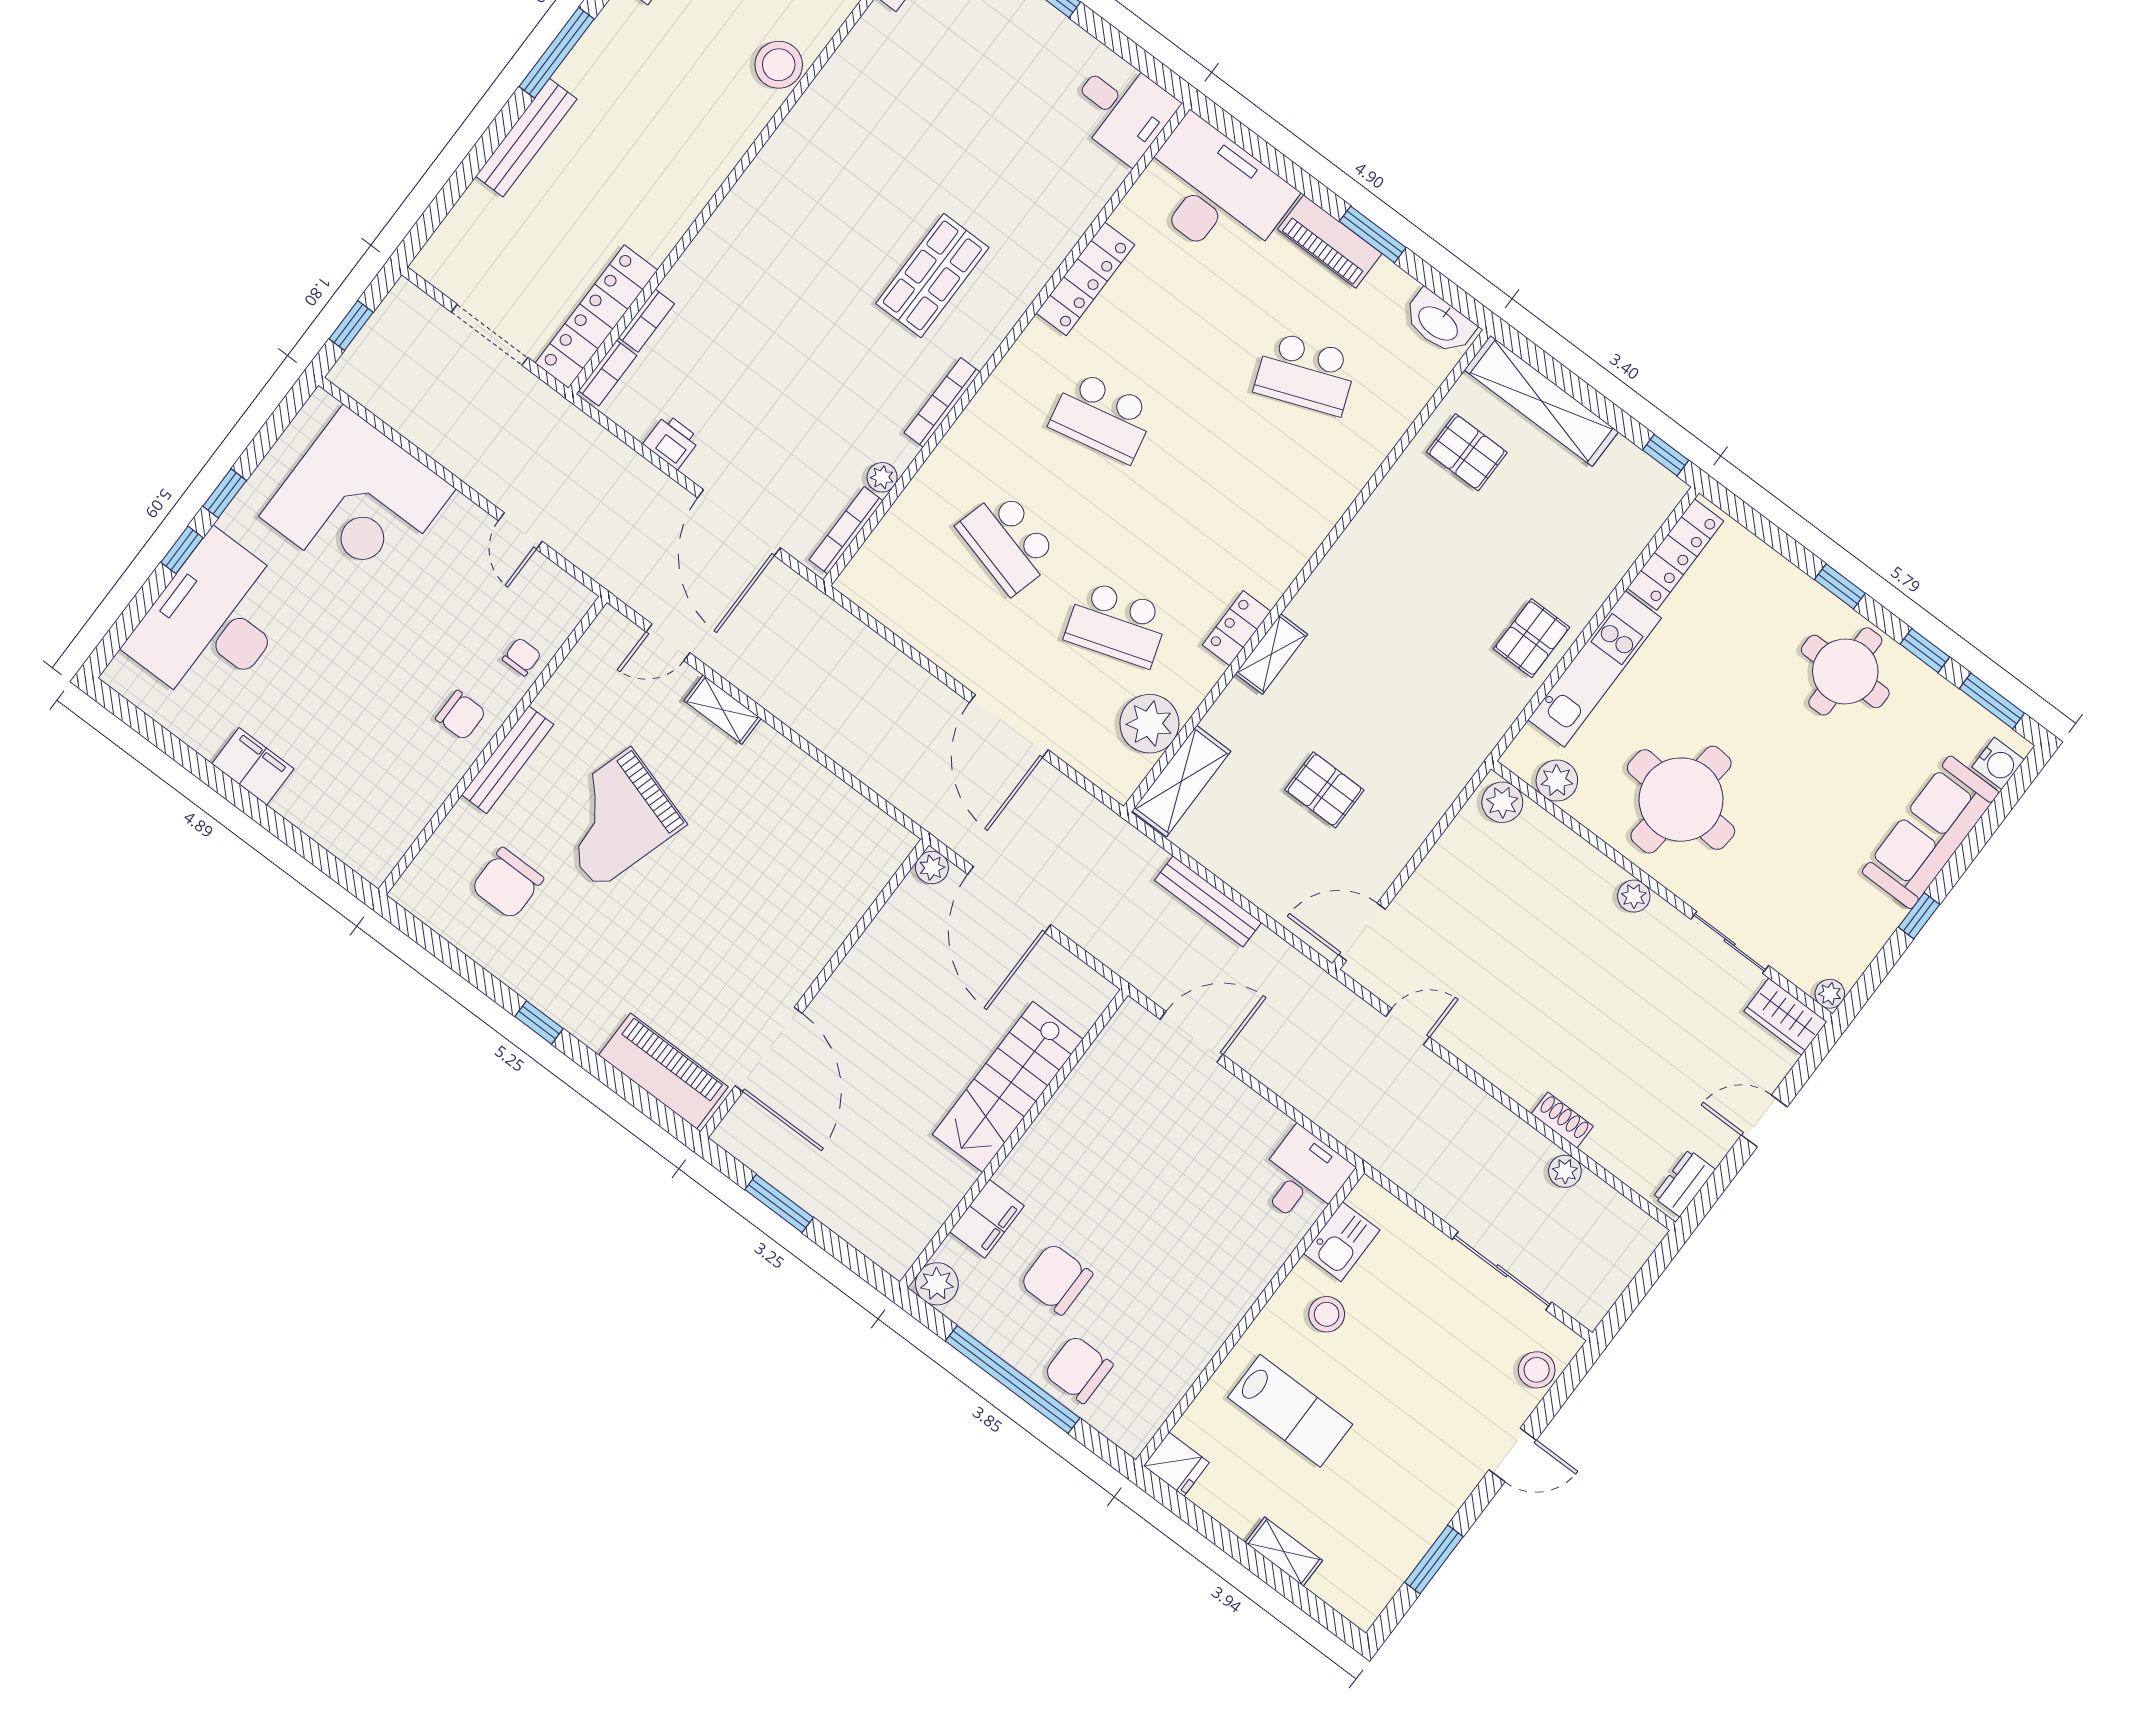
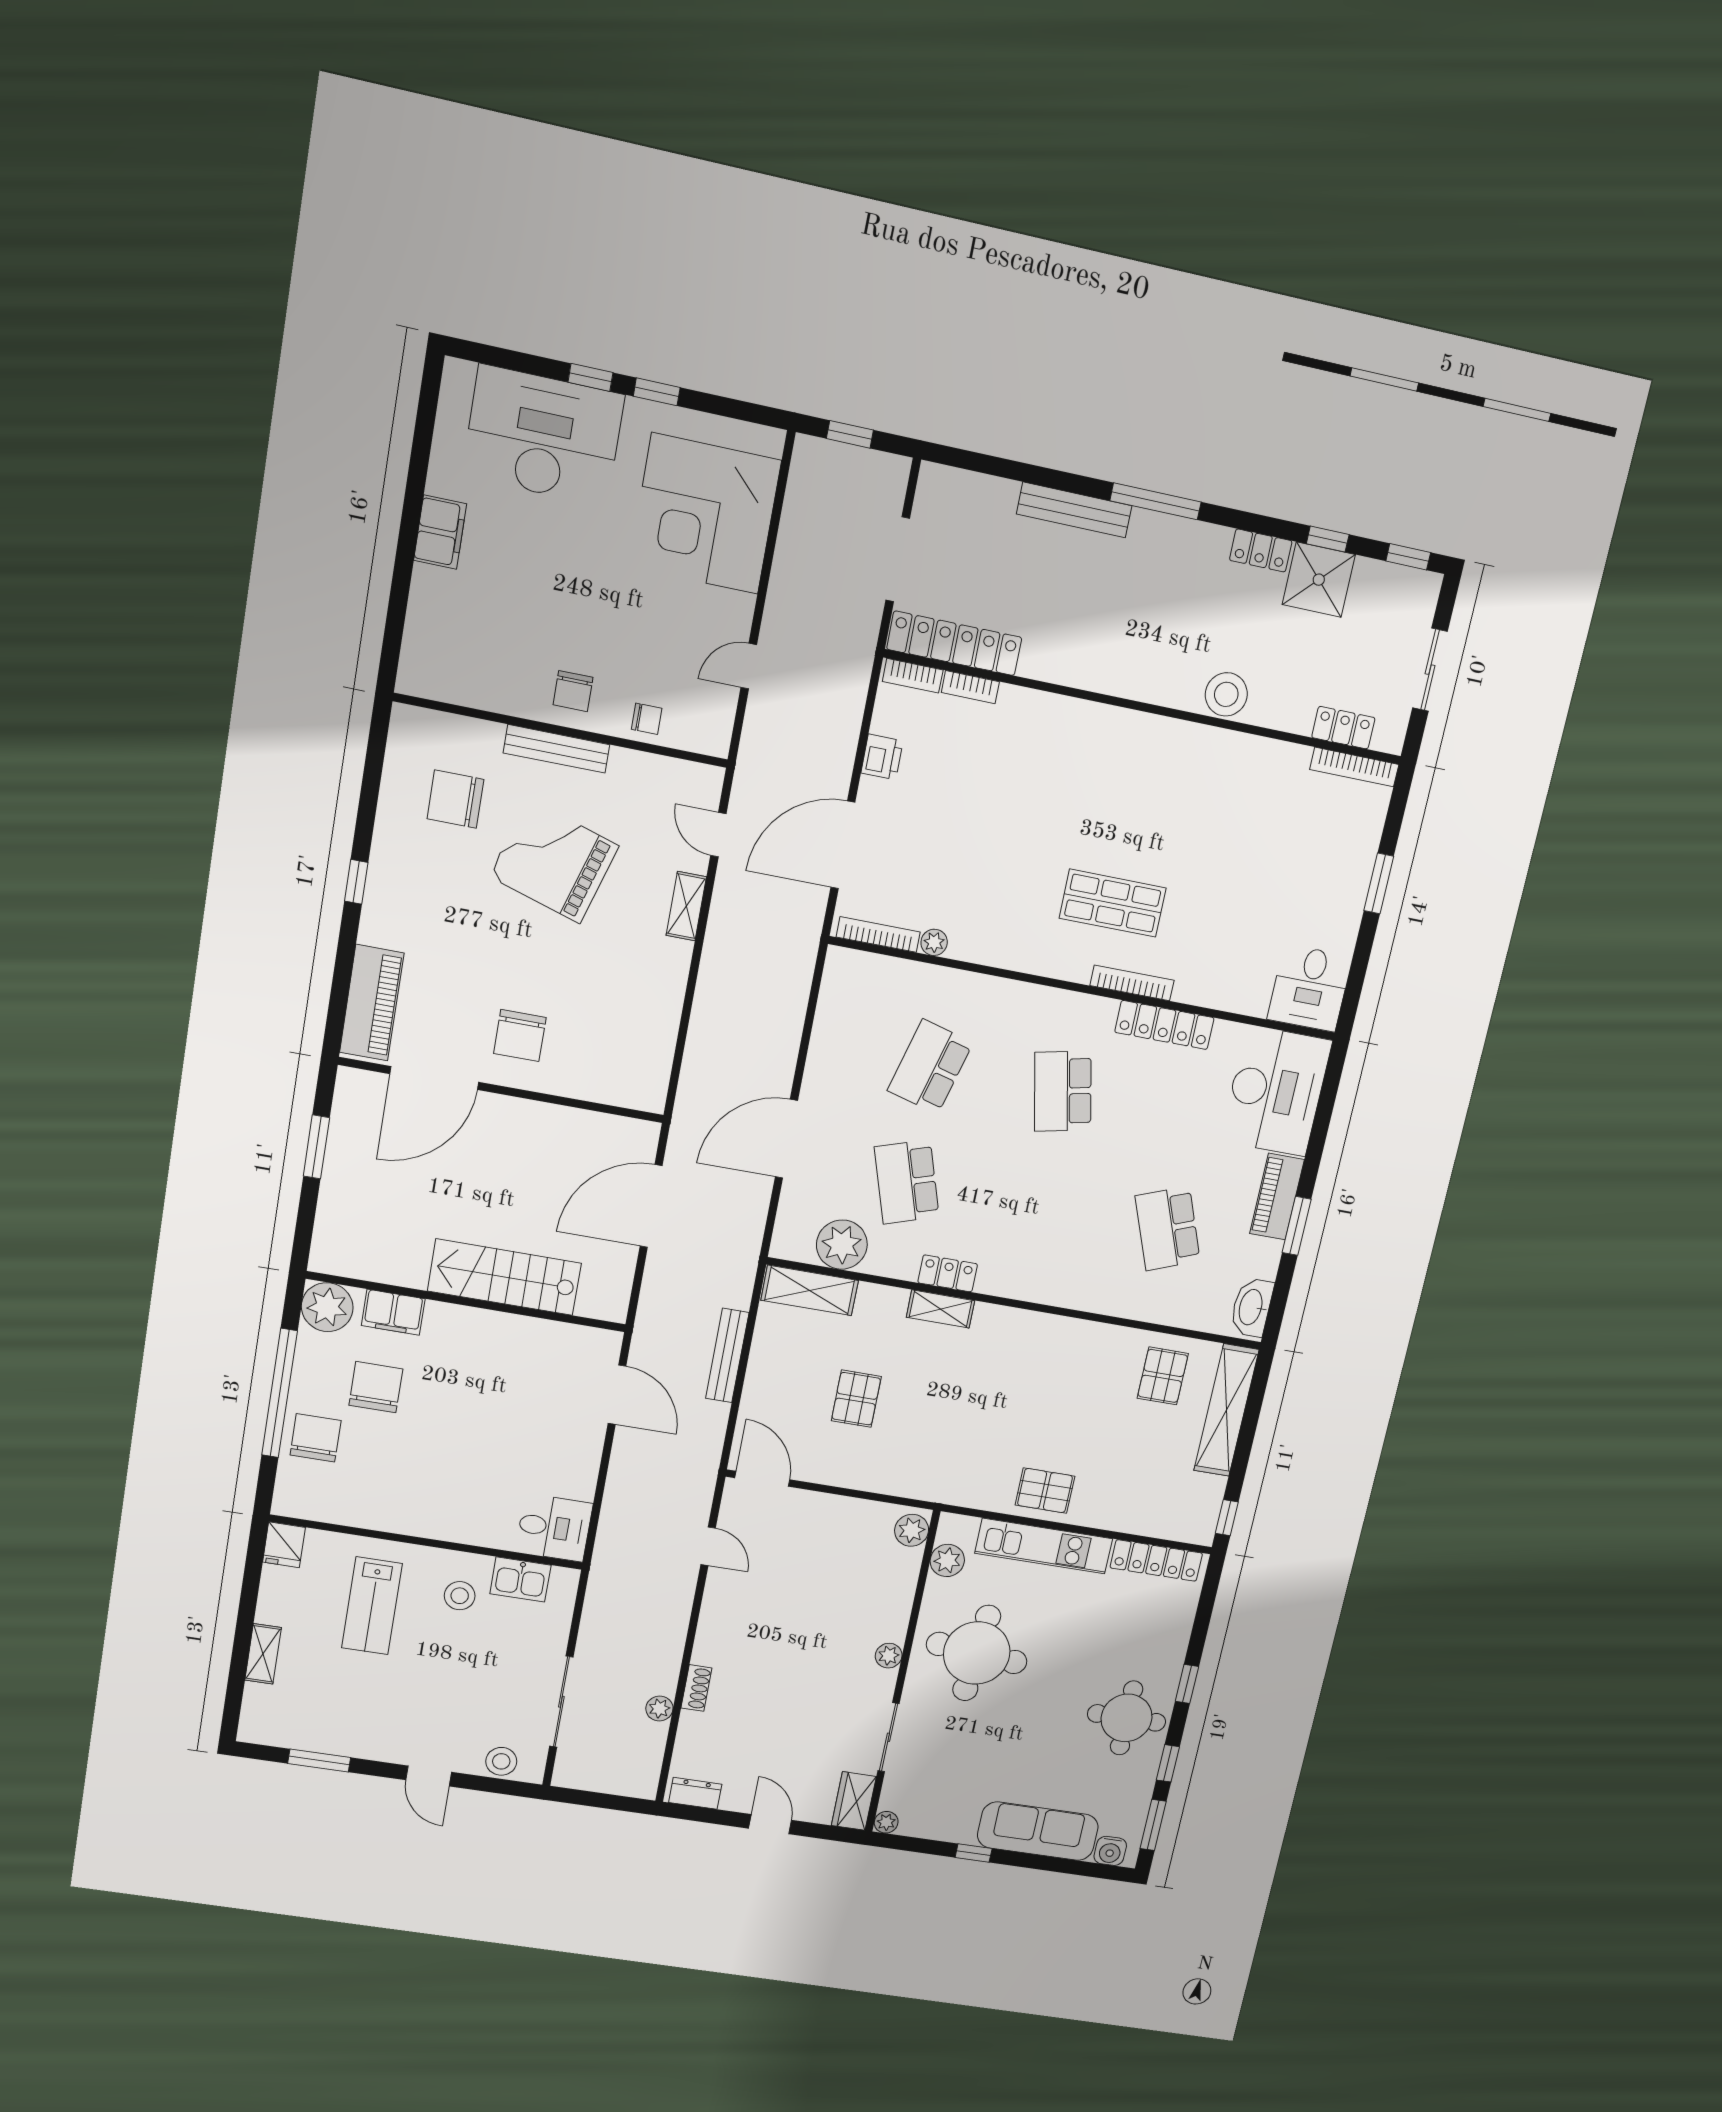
bookcase: (942, 402) -> (1132, 983), moved
plant: (932, 868) -> (645, 1134), removed
chair: (769, 942) -> (520, 1035), added
plant: (937, 1284) -> (327, 1307), width x1.36, depth x1.36

